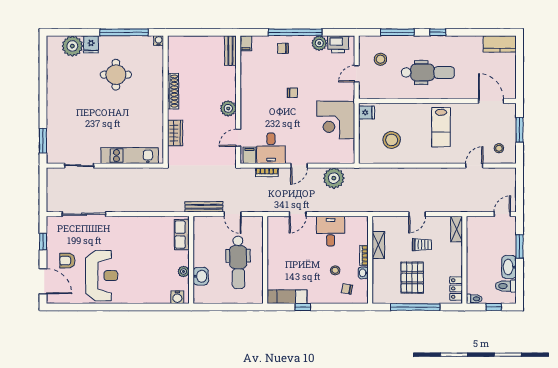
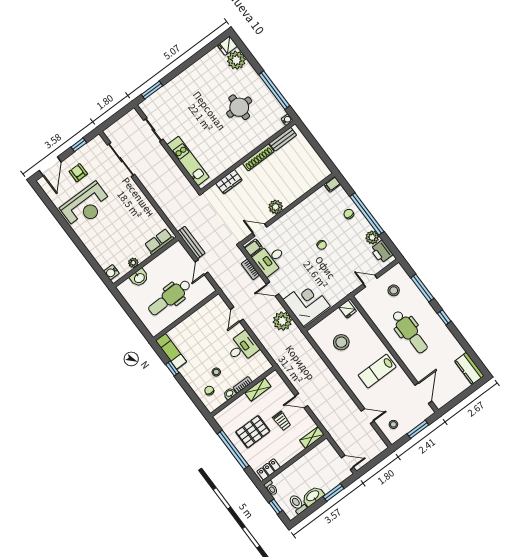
fridge: (91, 44) -> (227, 46), moved
bench: (230, 51) -> (283, 139), moved
corner desk: (336, 120) -> (307, 303), moved, turned 90
door: (298, 214) -> (237, 314), hinge flipped

